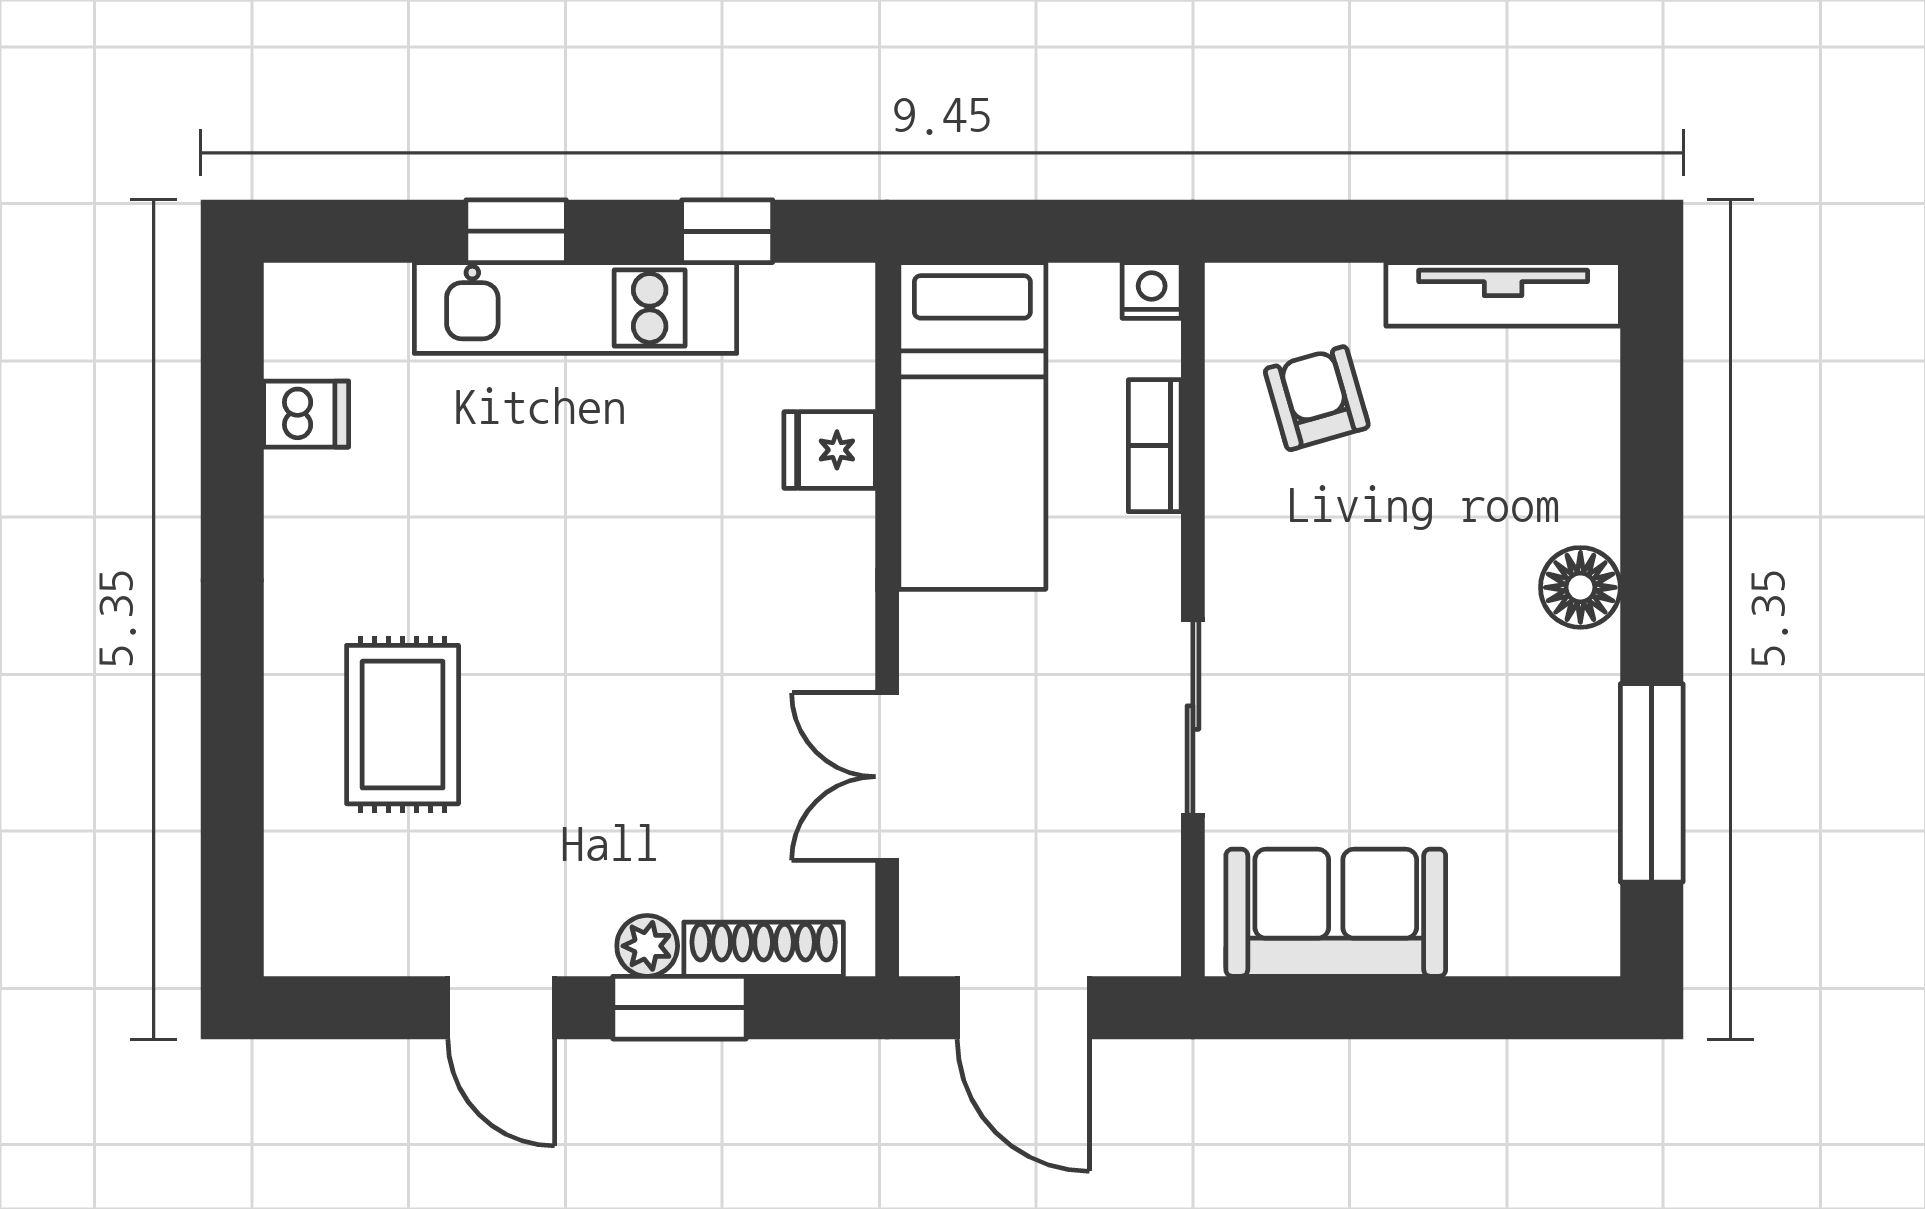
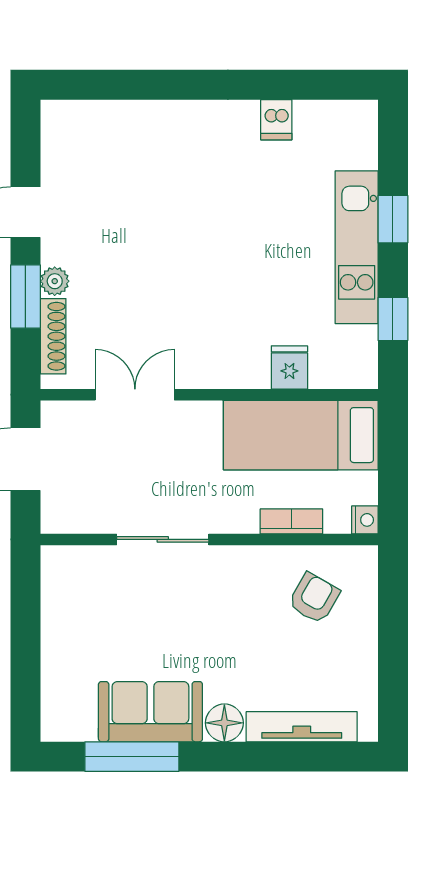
tv unit: (1503, 294) -> (302, 727), moved, turned 90
armchair: (1317, 398) -> (314, 598), turned -44
dishwasher: (306, 414) -> (276, 120), moved
rug: (403, 725) -> (159, 165), removed
sofa: (1336, 913) -> (150, 712), moved, turned -90

